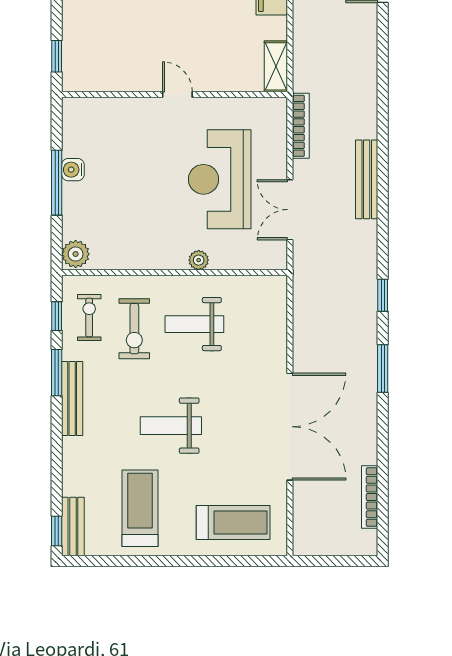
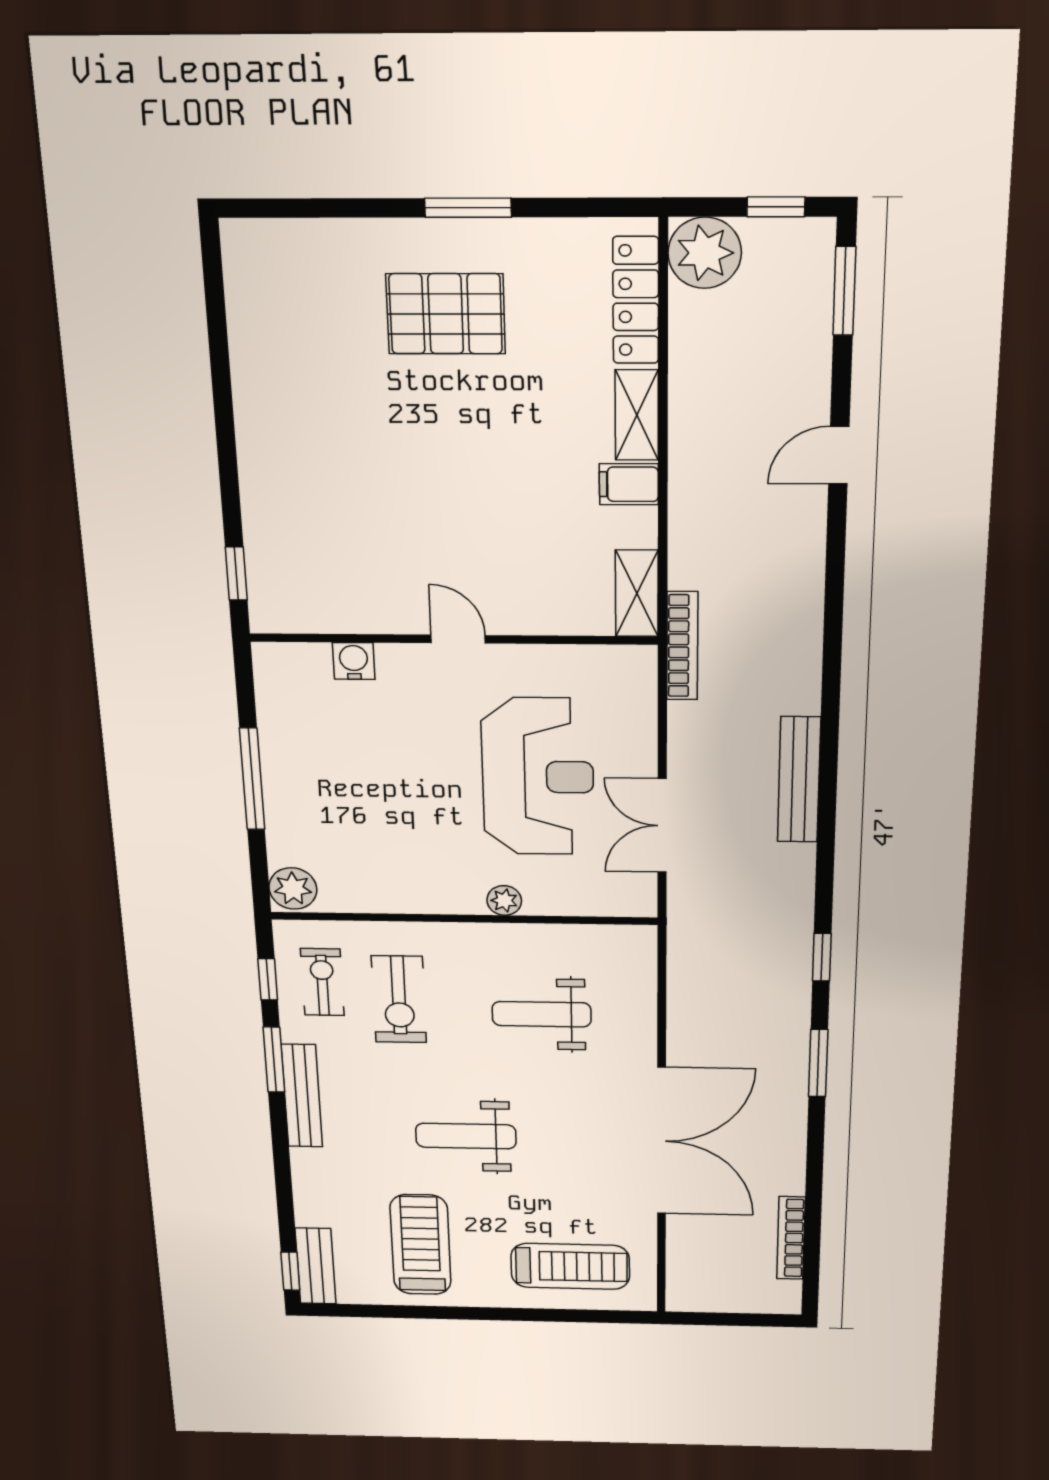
bookcase: (301, 126) -> (682, 646), moved
water cooler: (73, 170) -> (354, 661), moved, turned 90
reception desk: (220, 179) -> (538, 777), turned 180
weight bench: (194, 324) -> (542, 1014), moved

